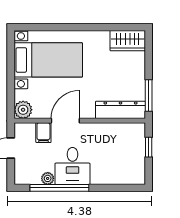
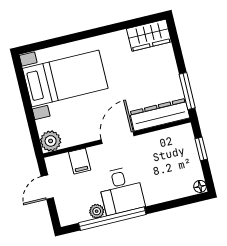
door: (65, 121) -> (118, 138), moved
floor lamp: (140, 179) -> (200, 186), added

